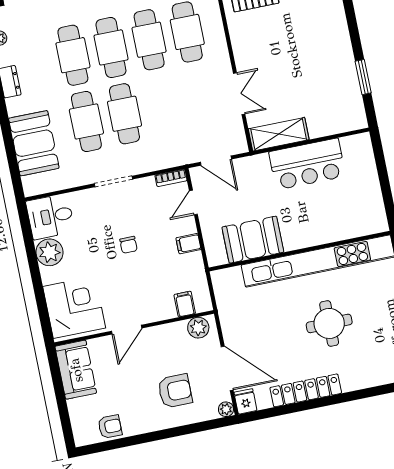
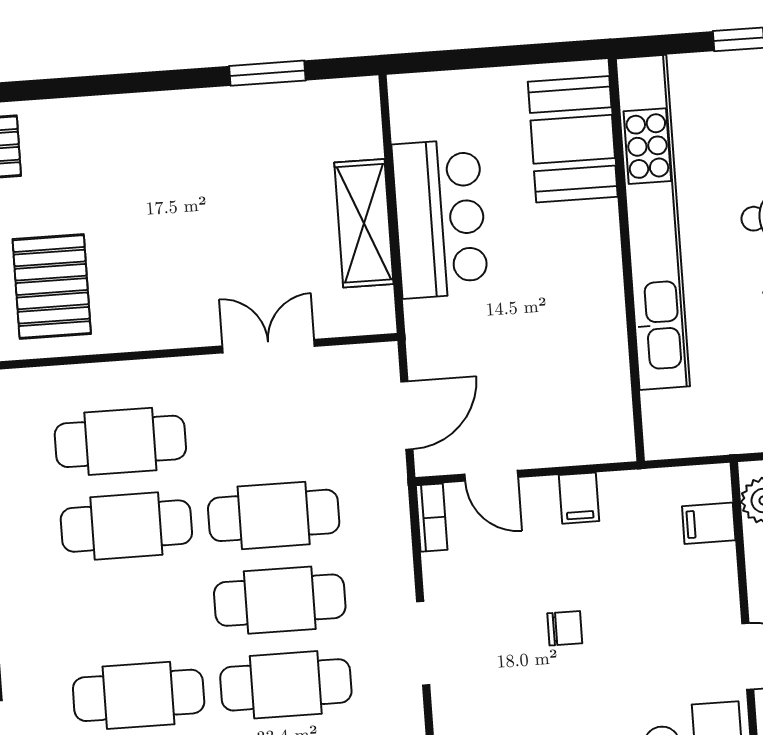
cafe table: (111, 47) -> (274, 515), moved
shelving: (279, 134) -> (364, 223), moved
booth: (253, 240) -> (573, 139), moved

